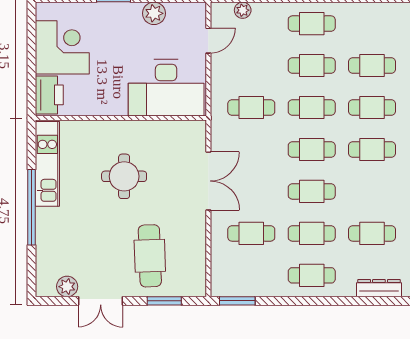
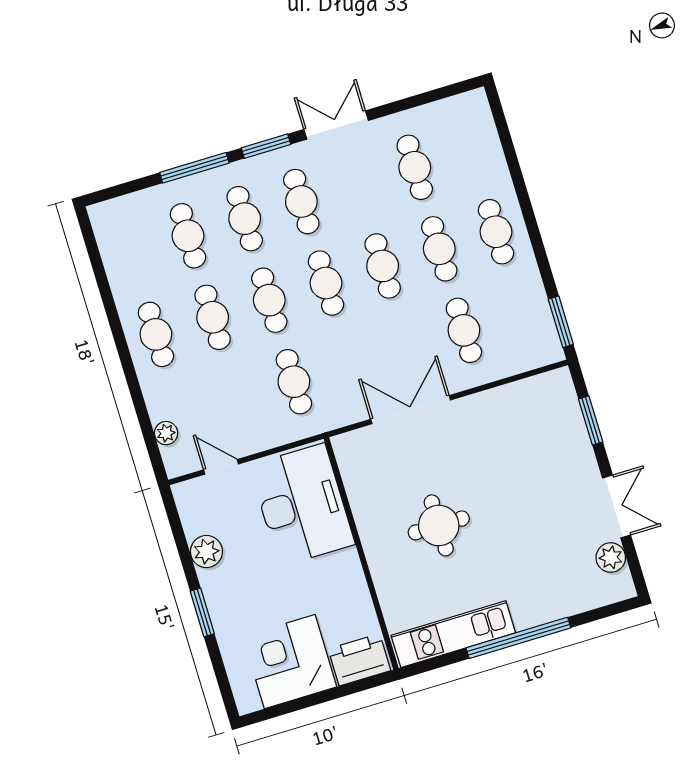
cafe table: (150, 256) -> (536, 458), removed
dresser: (379, 288) -> (486, 136), removed

